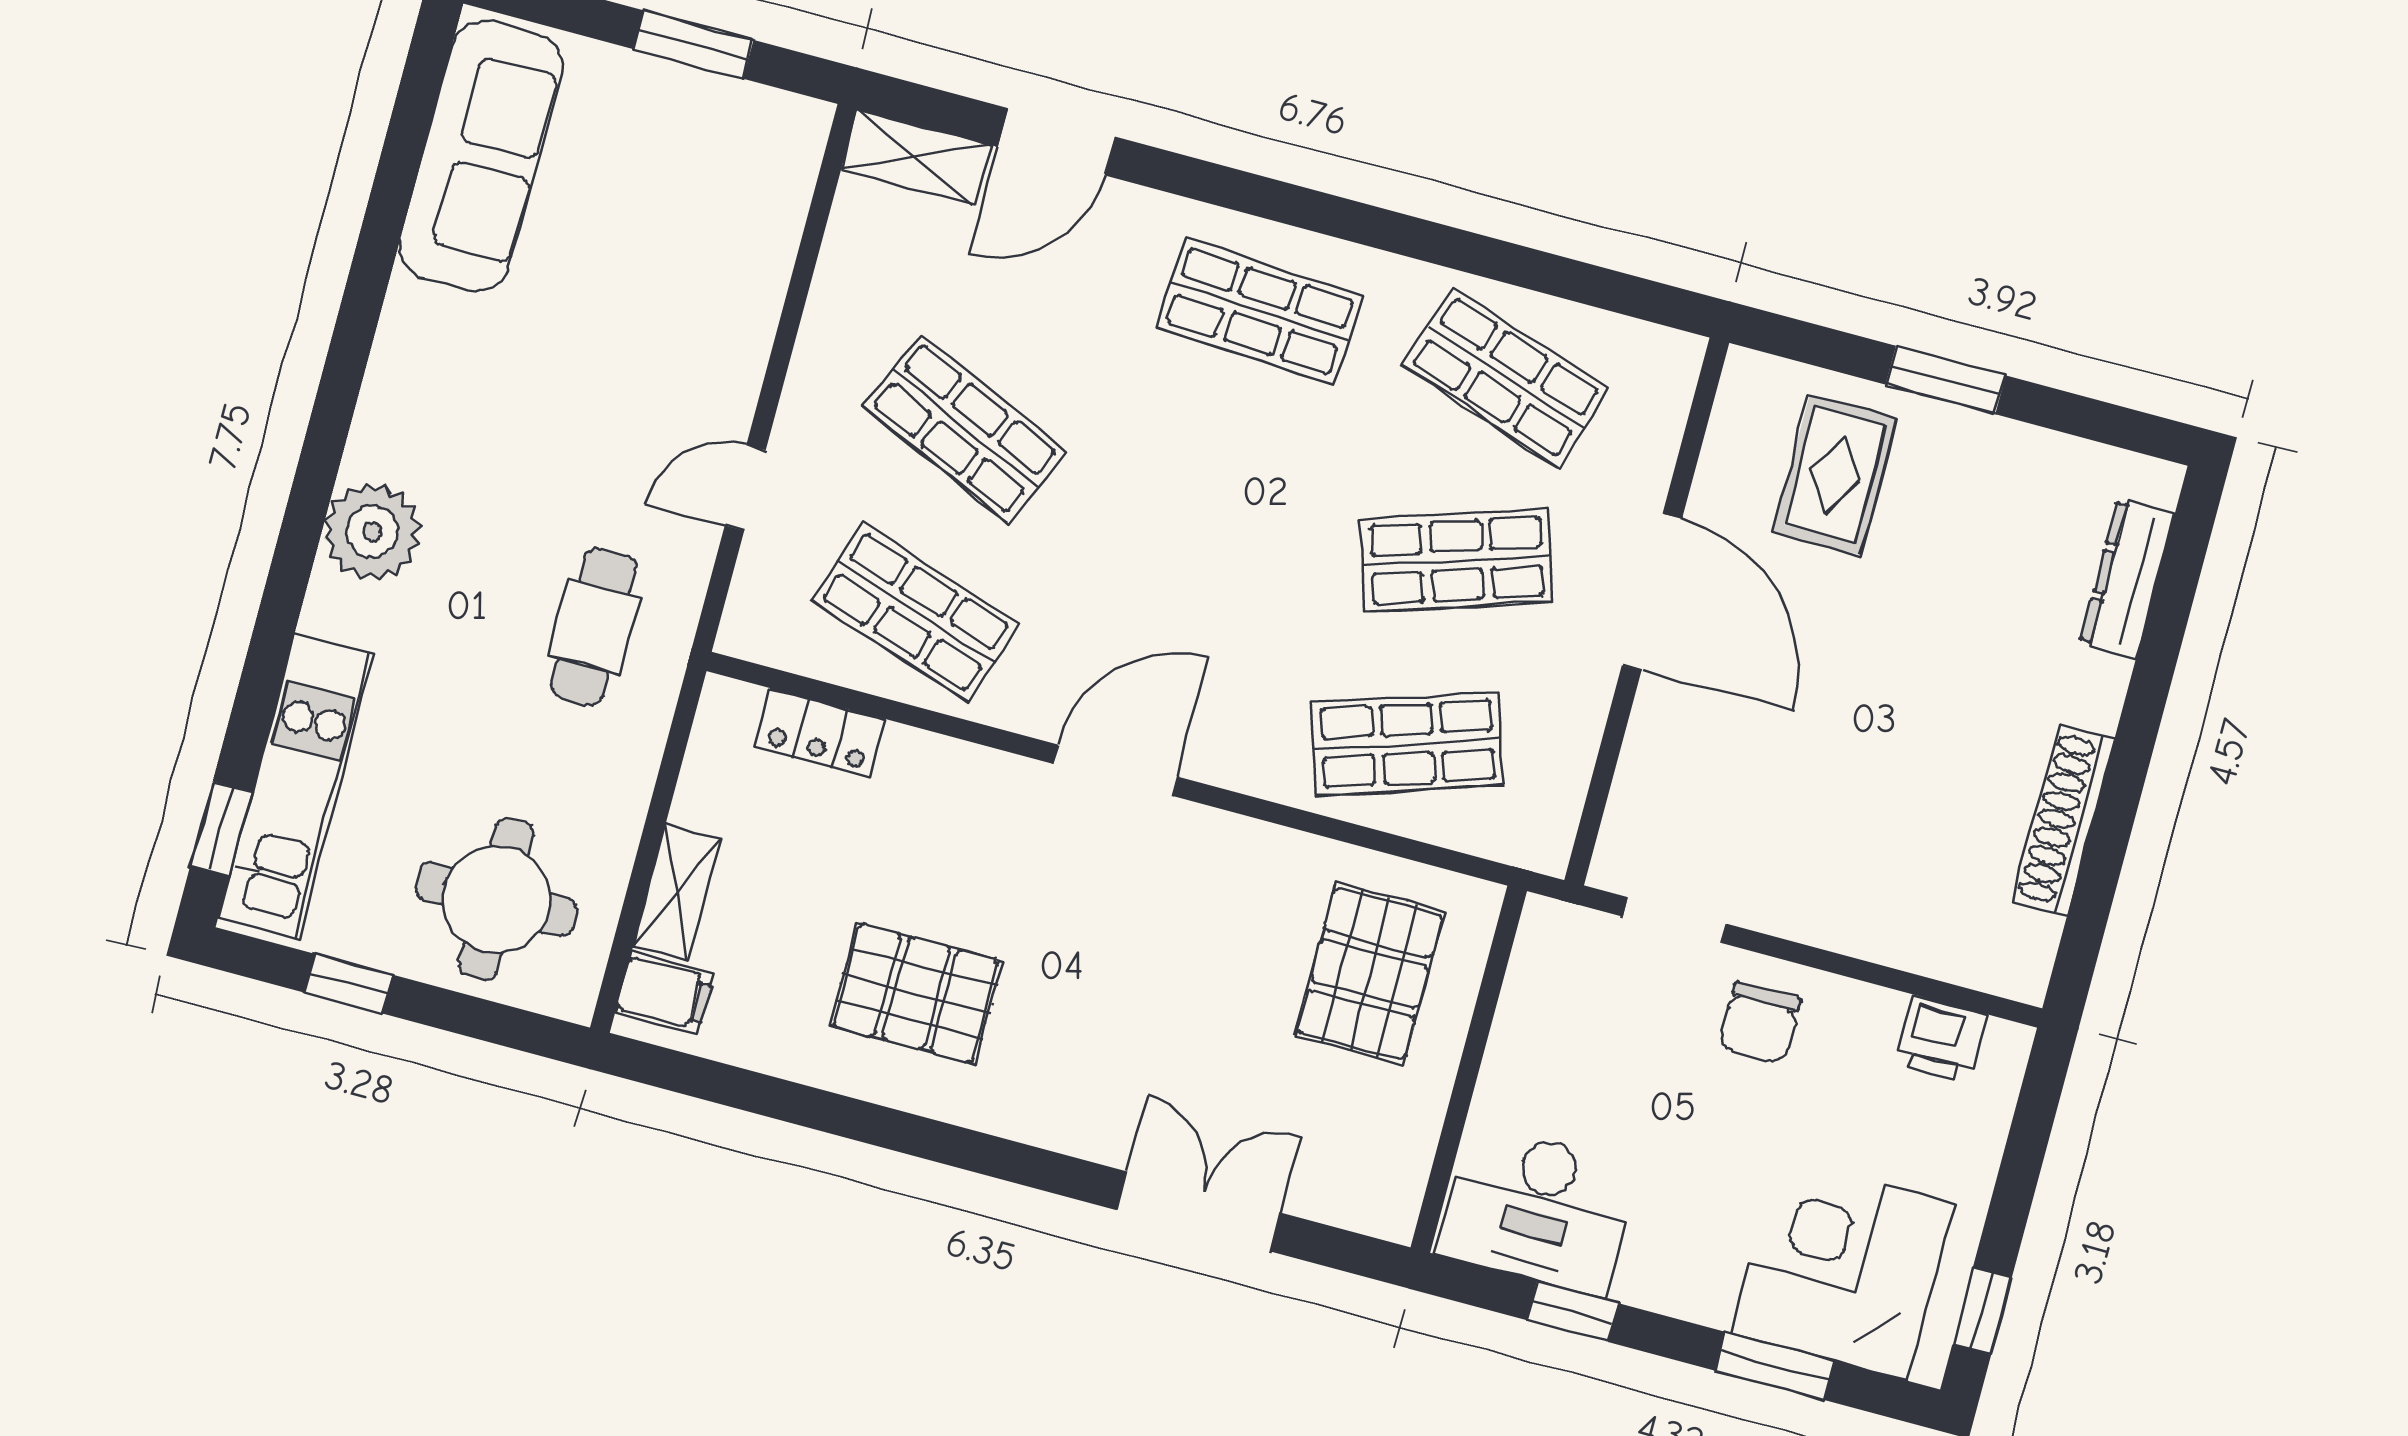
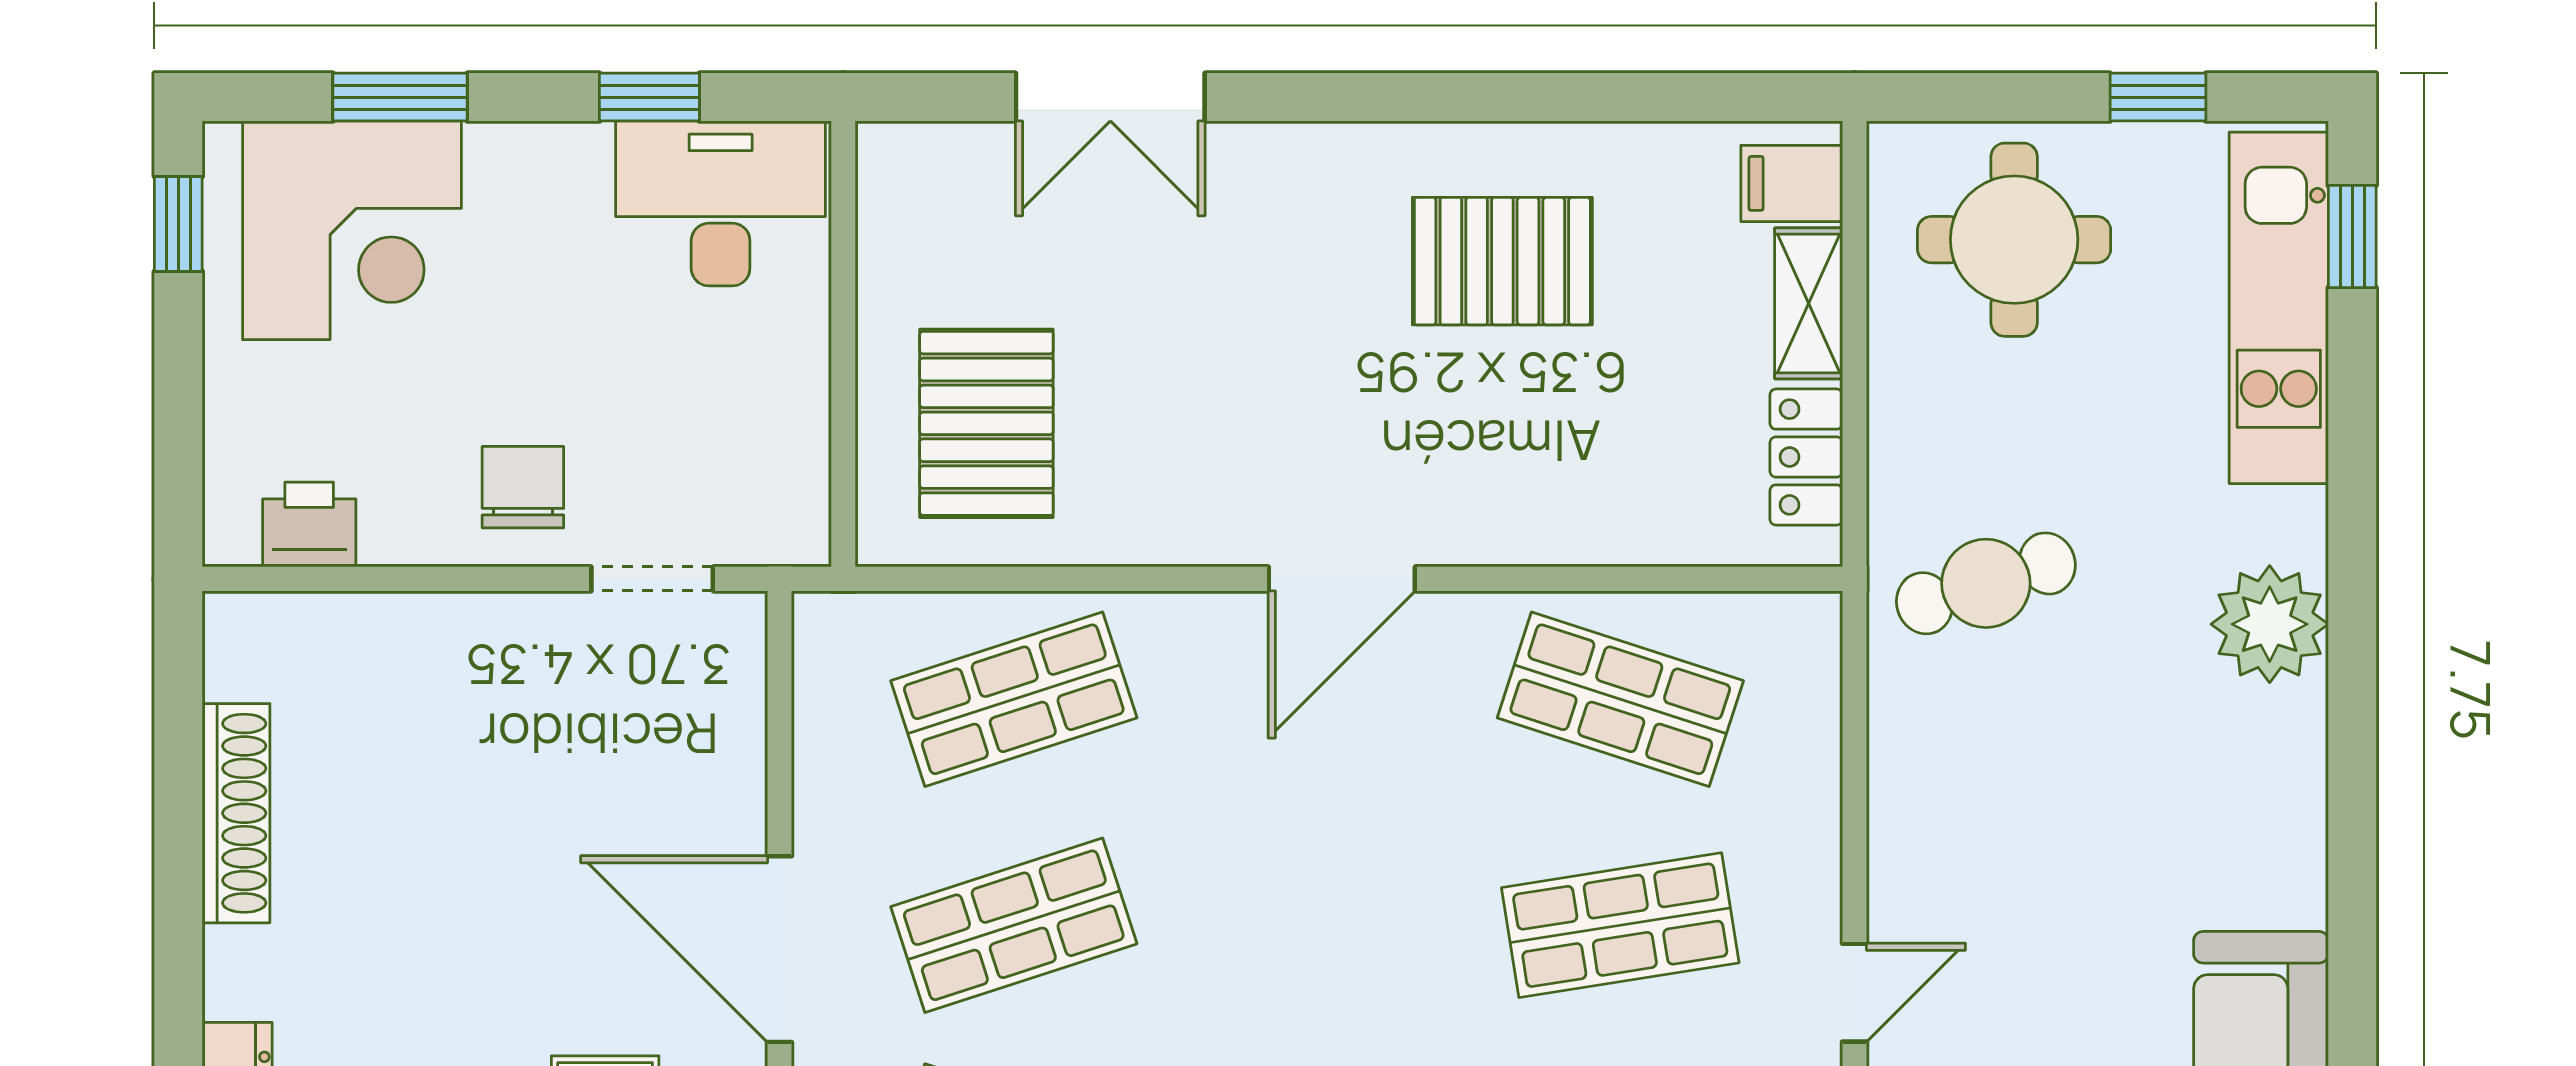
shop shelf: (965, 429) -> (1620, 925), turned -33
door: (745, 488) -> (1855, 993), moved
cafe table: (594, 627) -> (1986, 583), turned 72
locker: (820, 733) -> (1806, 457), moved, turned -90

